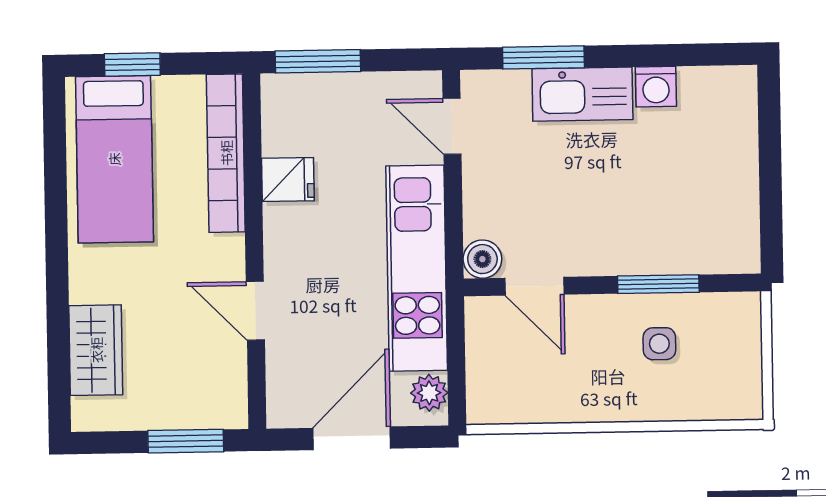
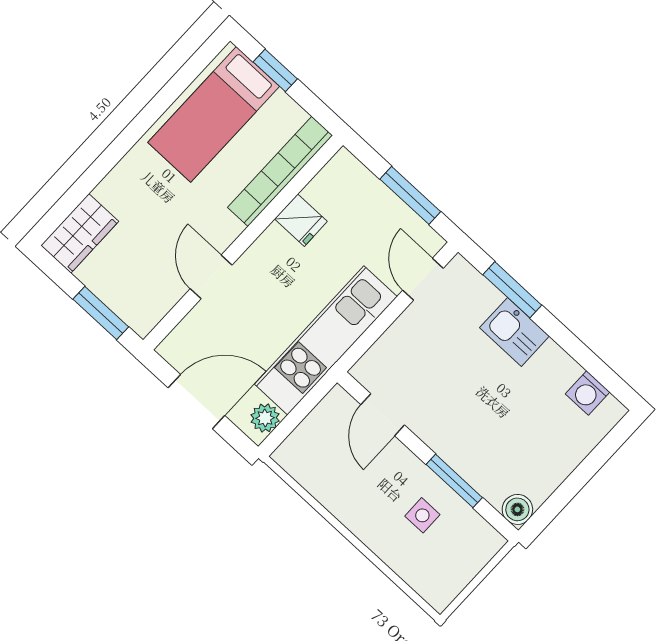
window: (318, 61) -> (410, 195), moved
washing machine: (656, 87) -> (588, 393), moved
kitchen sink: (582, 94) -> (514, 332), width x0.73
boiler: (482, 259) -> (517, 509), moved
wardrobe: (96, 350) -> (80, 233), moved

